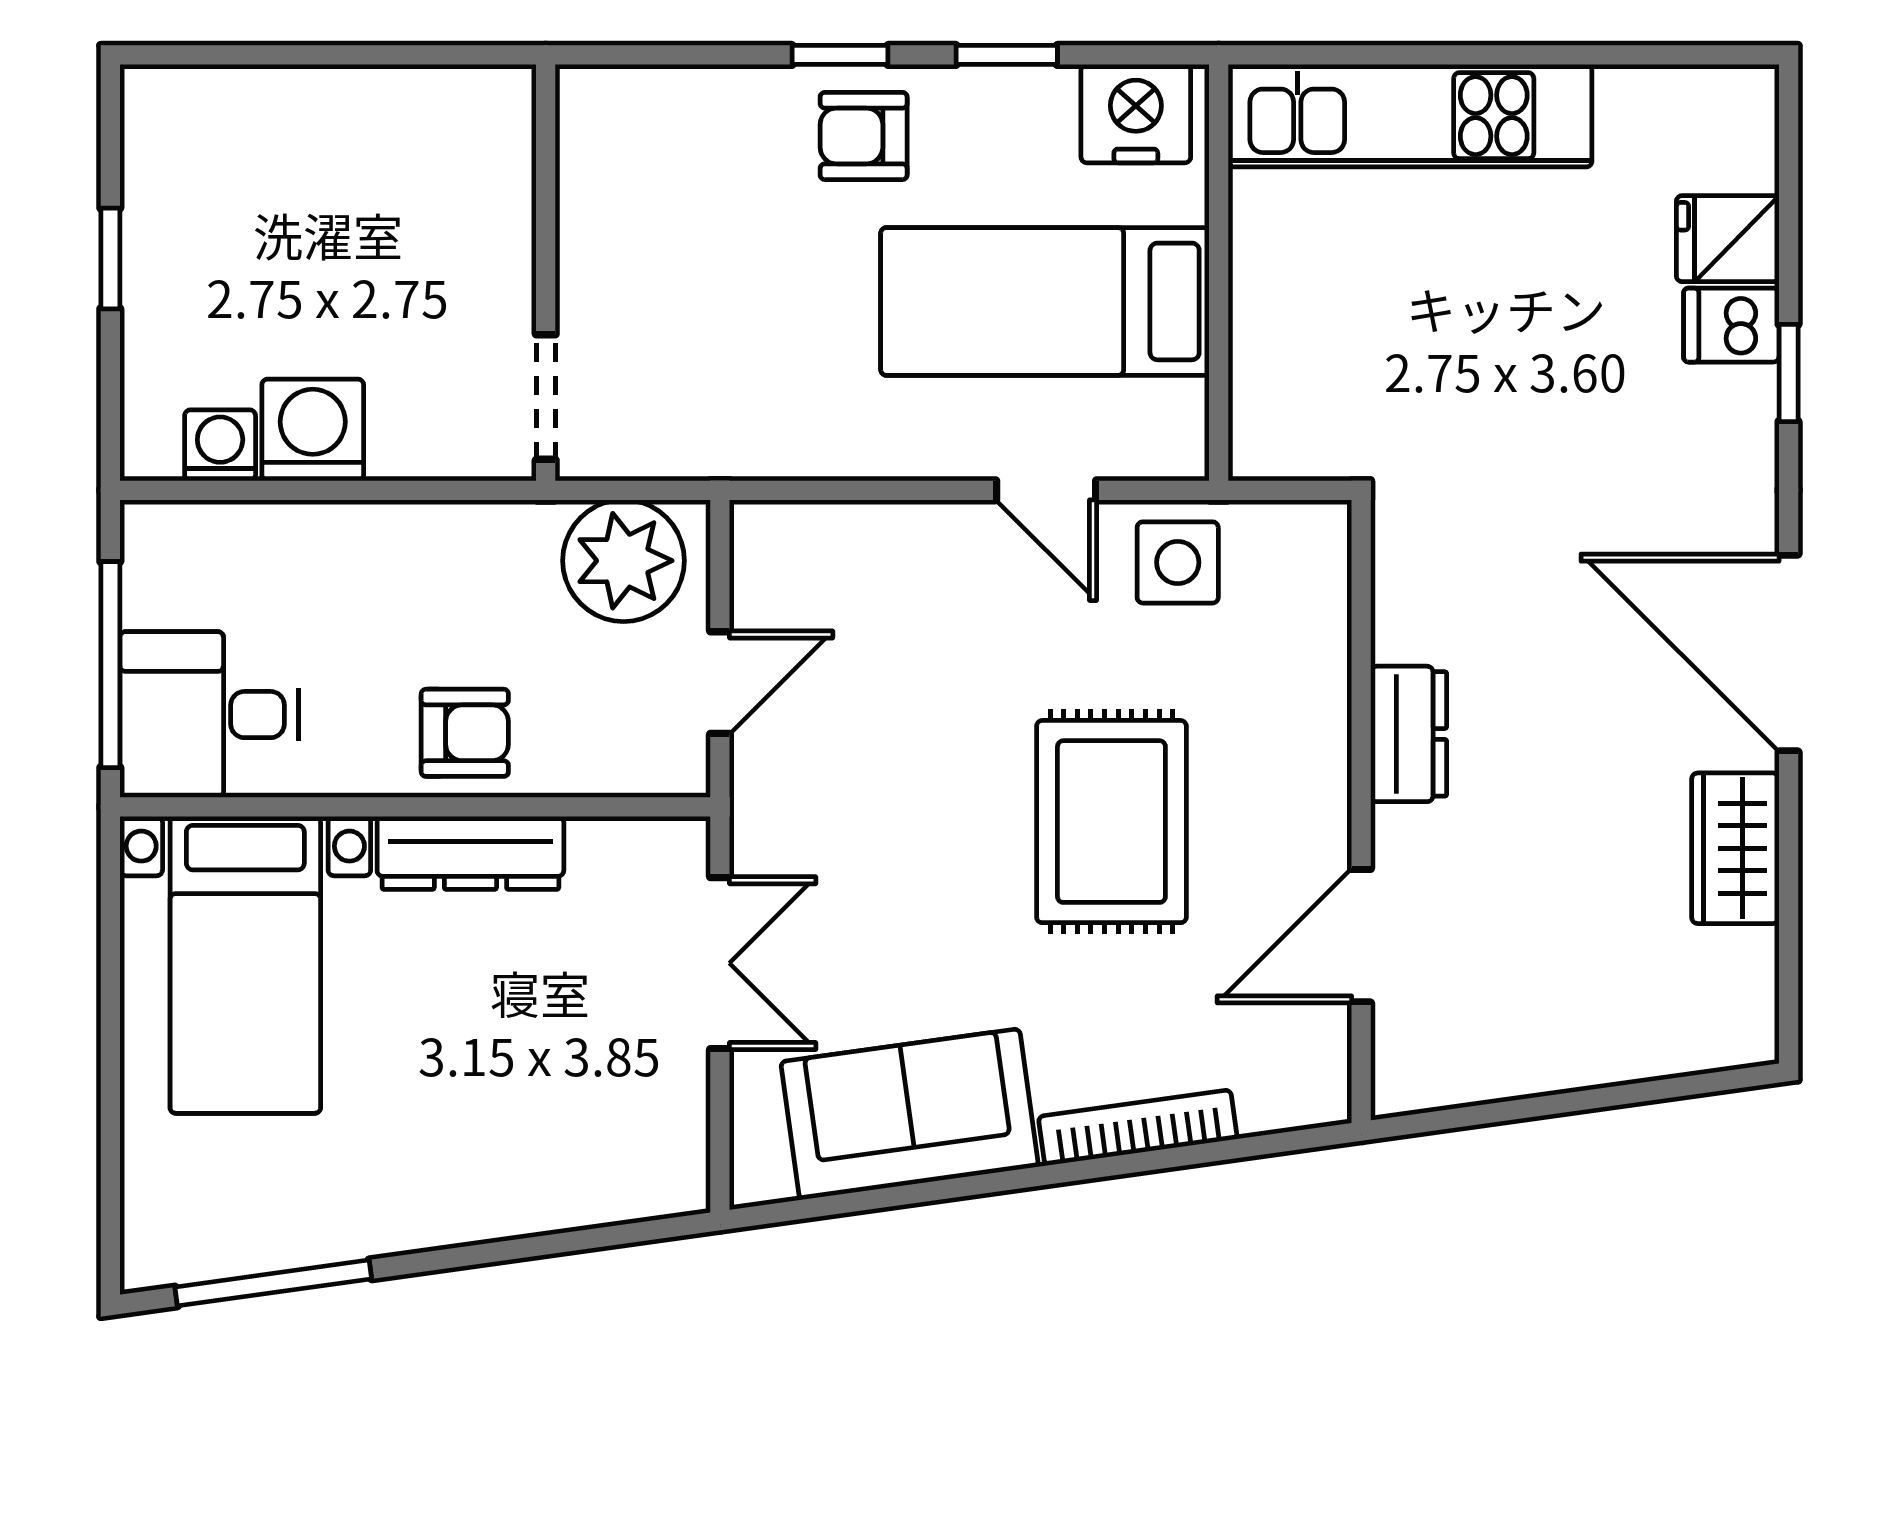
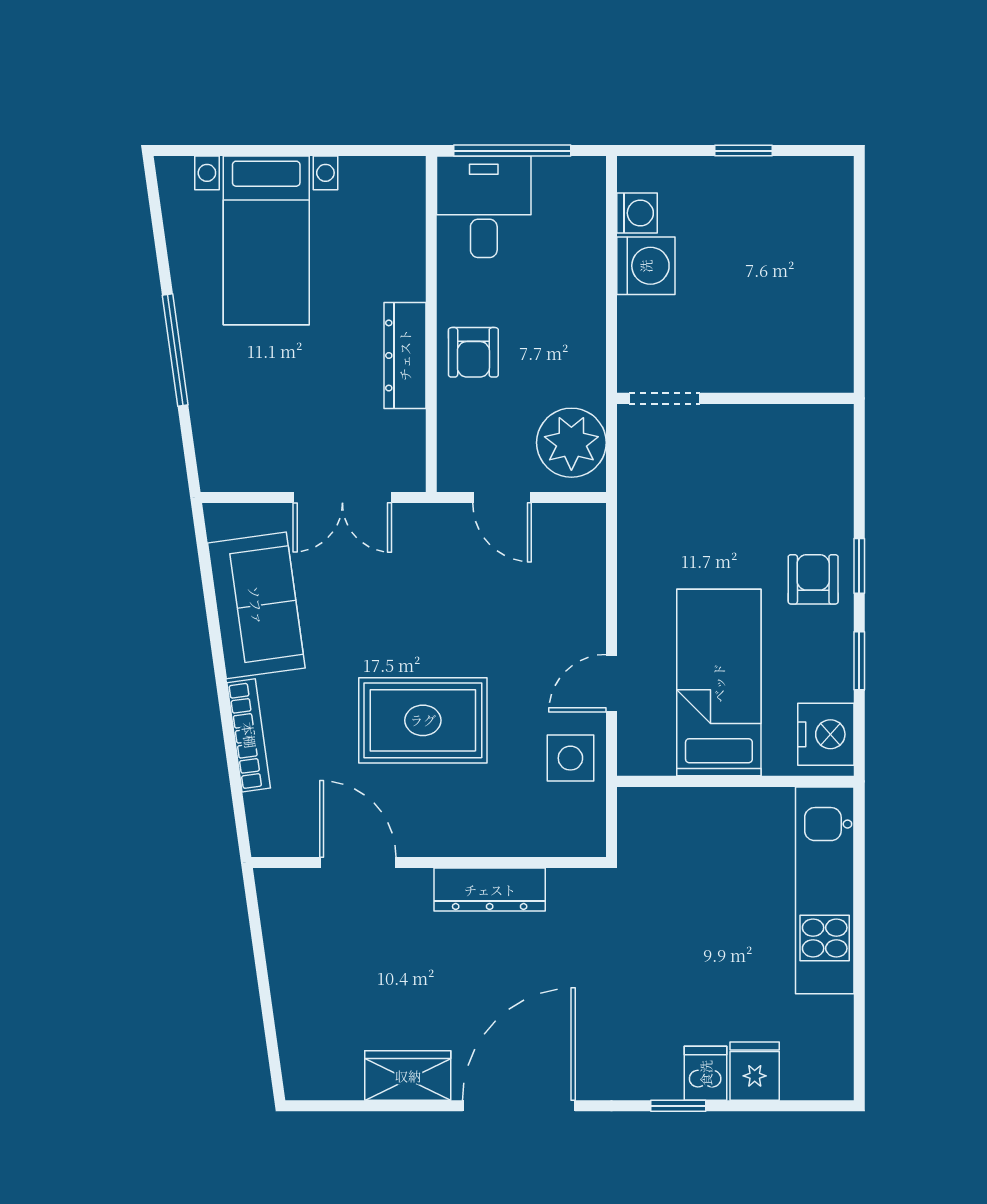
dresser: (1409, 734) -> (490, 890), width x1.44
bed with nightstands: (245, 965) -> (266, 240), moved, turned -90
window: (273, 1283) -> (175, 350), moved

